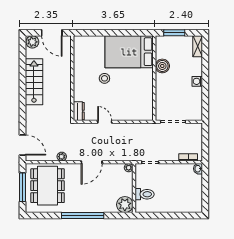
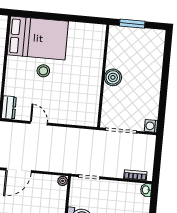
shelving: (198, 46) -> (159, 42), removed
bed: (129, 52) -> (38, 38), moved, turned 180
boiler: (162, 66) -> (113, 77), moved
washing machine: (197, 81) -> (151, 126), moved

